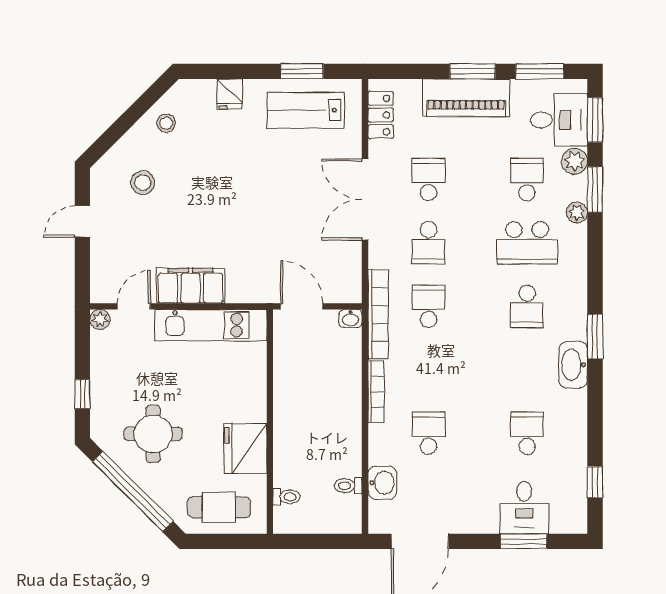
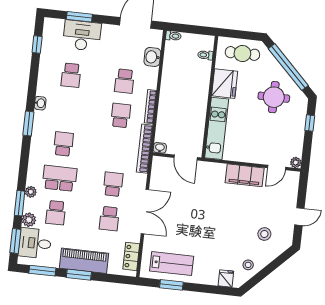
fridge: (230, 94) -> (226, 278), moved
school desk: (428, 306) -> (121, 115), moved, turned 180
kitchen unit: (211, 325) -> (217, 128), moved, turned 90
washbasin: (573, 365) -> (40, 103), width x0.52, depth x0.69
toilet: (348, 486) -> (173, 36), moved
desk: (524, 508) -> (82, 36), width x1.37

